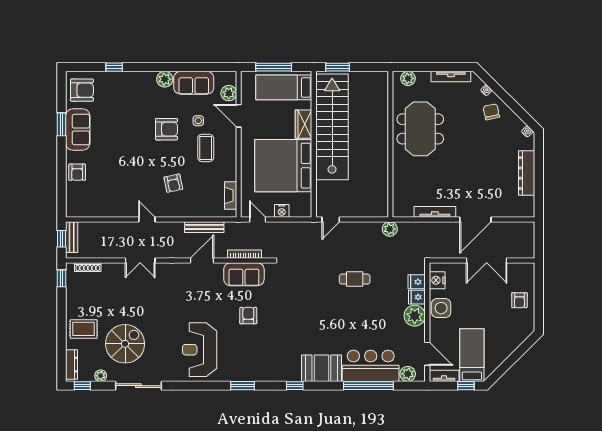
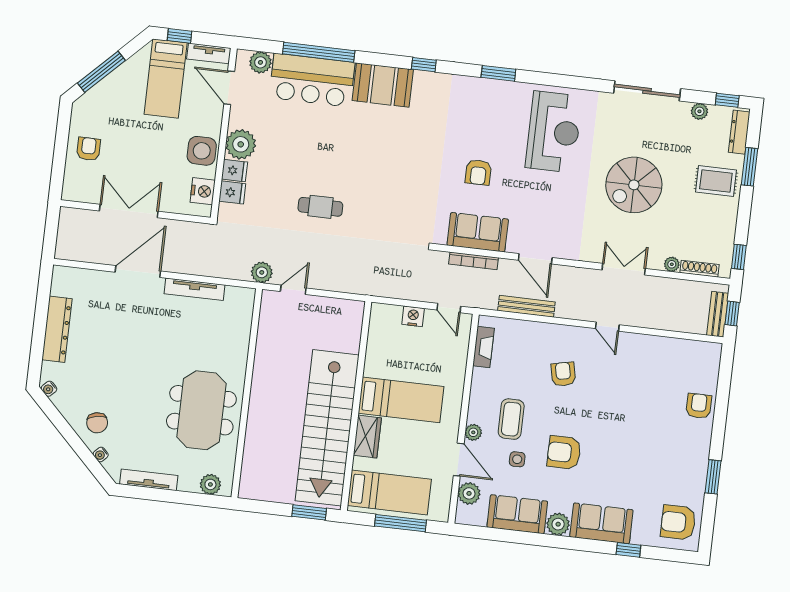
sofa: (78, 129) -> (601, 523), moved, turned 90
plant: (231, 136) -> (473, 432), added
bed: (283, 166) -> (401, 400), width x0.49
door: (331, 220) -> (293, 290), moved
door: (202, 261) -> (535, 259), hinge flipped
plant: (107, 268) -> (672, 264), added
window: (62, 341) -> (749, 167), added
spiral stairs: (125, 344) -> (634, 185), moved
window: (517, 355) -> (101, 72), added

